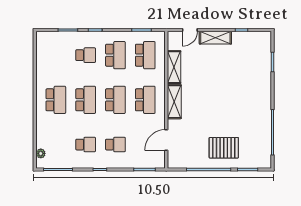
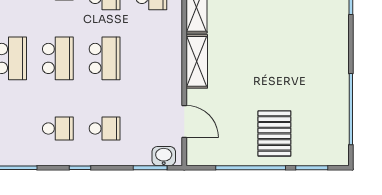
school desk: (145, 100) -> (151, 58), removed
door: (166, 140) -> (184, 121), swing flipped
pallet: (224, 148) -> (274, 133), turned 90
washbasin: (153, 162) -> (164, 156), added

